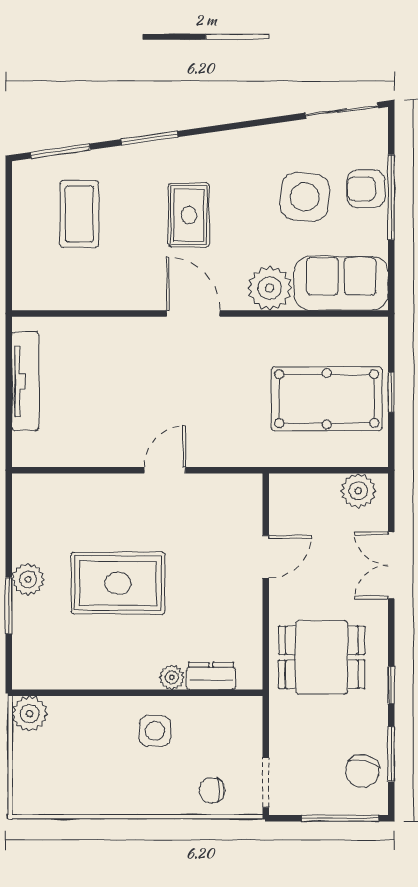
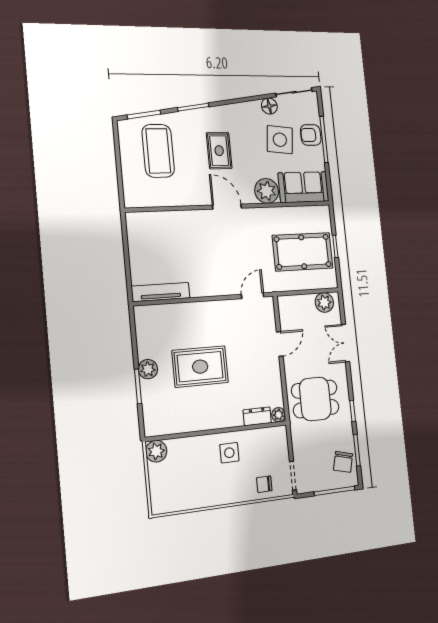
floor lamp: (291, 136) -> (269, 106), added
coffee table: (79, 214) -> (158, 151), width x1.36, depth x1.32
tv unit: (25, 381) -> (161, 292), moved, turned -90
door: (165, 470) -> (253, 296), moved
plant: (172, 677) -> (279, 415), moved

